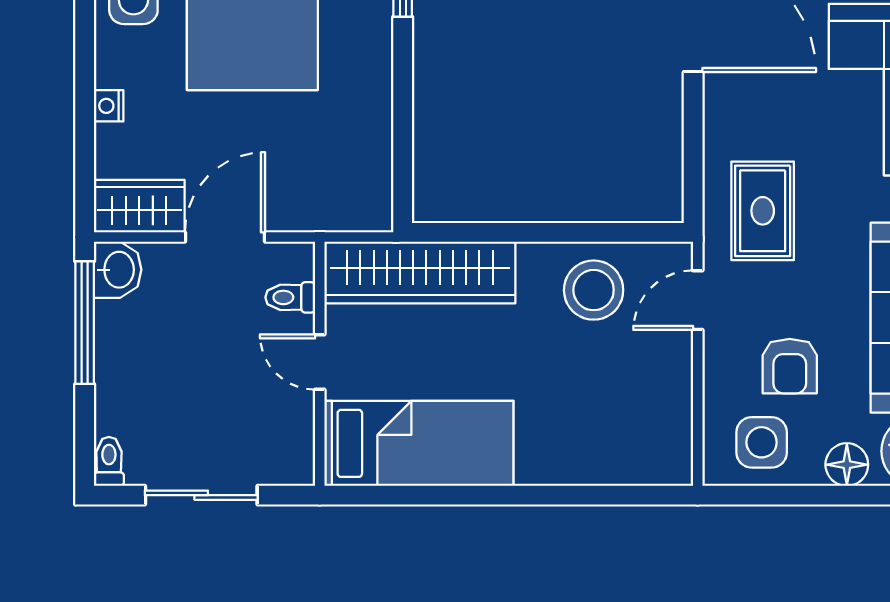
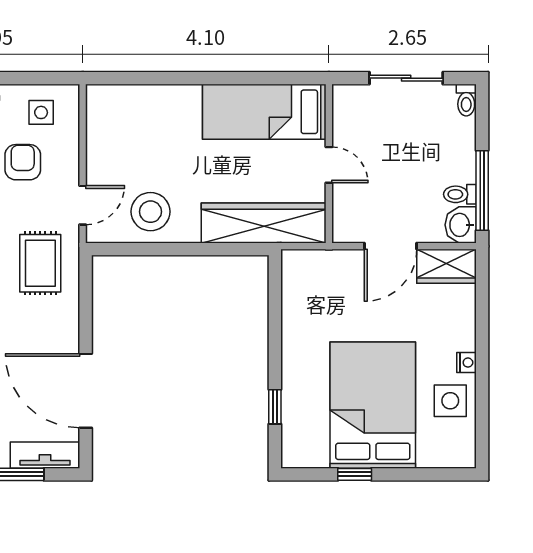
nightstand: (109, 106) -> (466, 363), moved
toilet: (290, 297) -> (460, 194), moved, turned 180
side table: (762, 442) -> (41, 112), width x0.73, depth x0.73

